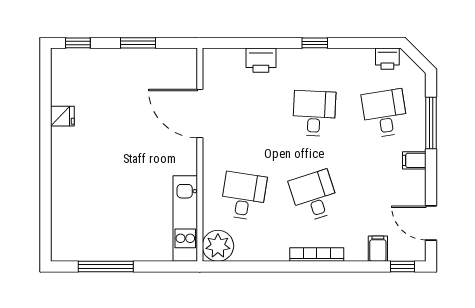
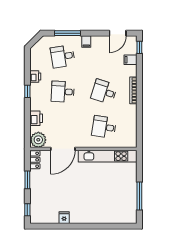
locker: (178, 58) -> (35, 160), added
printer: (387, 59) -> (35, 76), moved
desk: (314, 196) -> (104, 92), turned 36
kitchen unit: (185, 219) -> (108, 156), width x1.36
plant: (218, 246) -> (38, 140), moved

